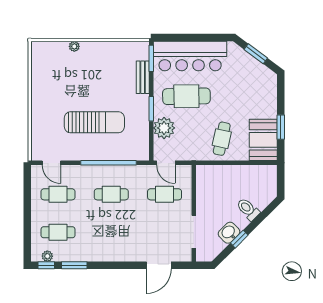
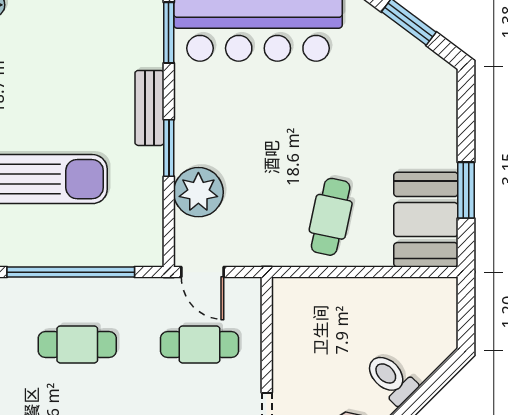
bench: (143, 77) -> (149, 108), moved
cafe table: (186, 96) -> (250, 119), removed

